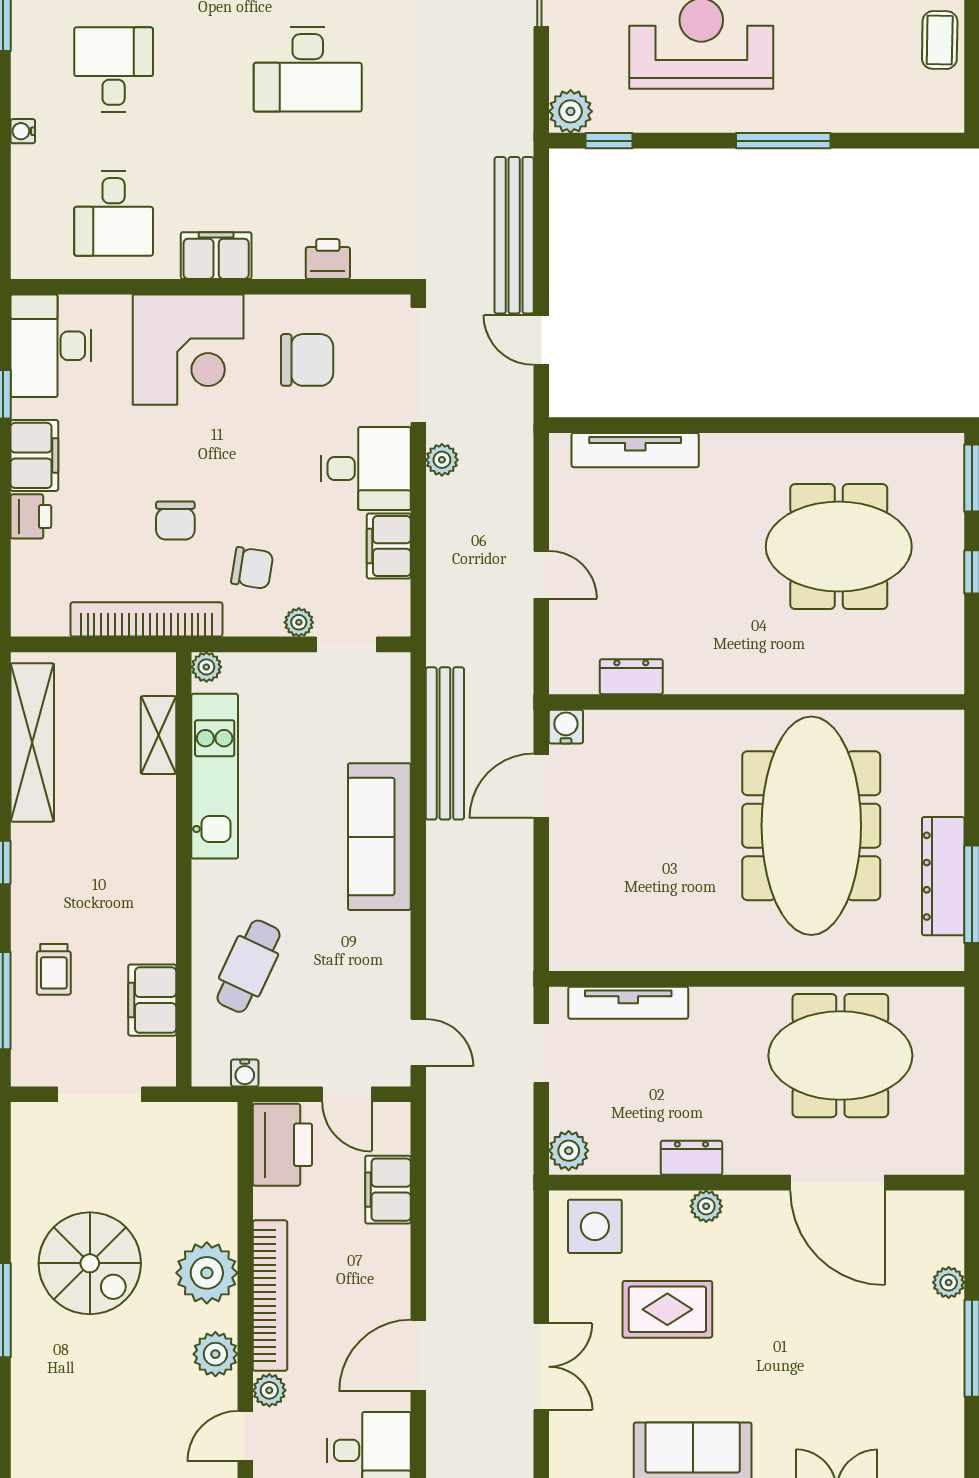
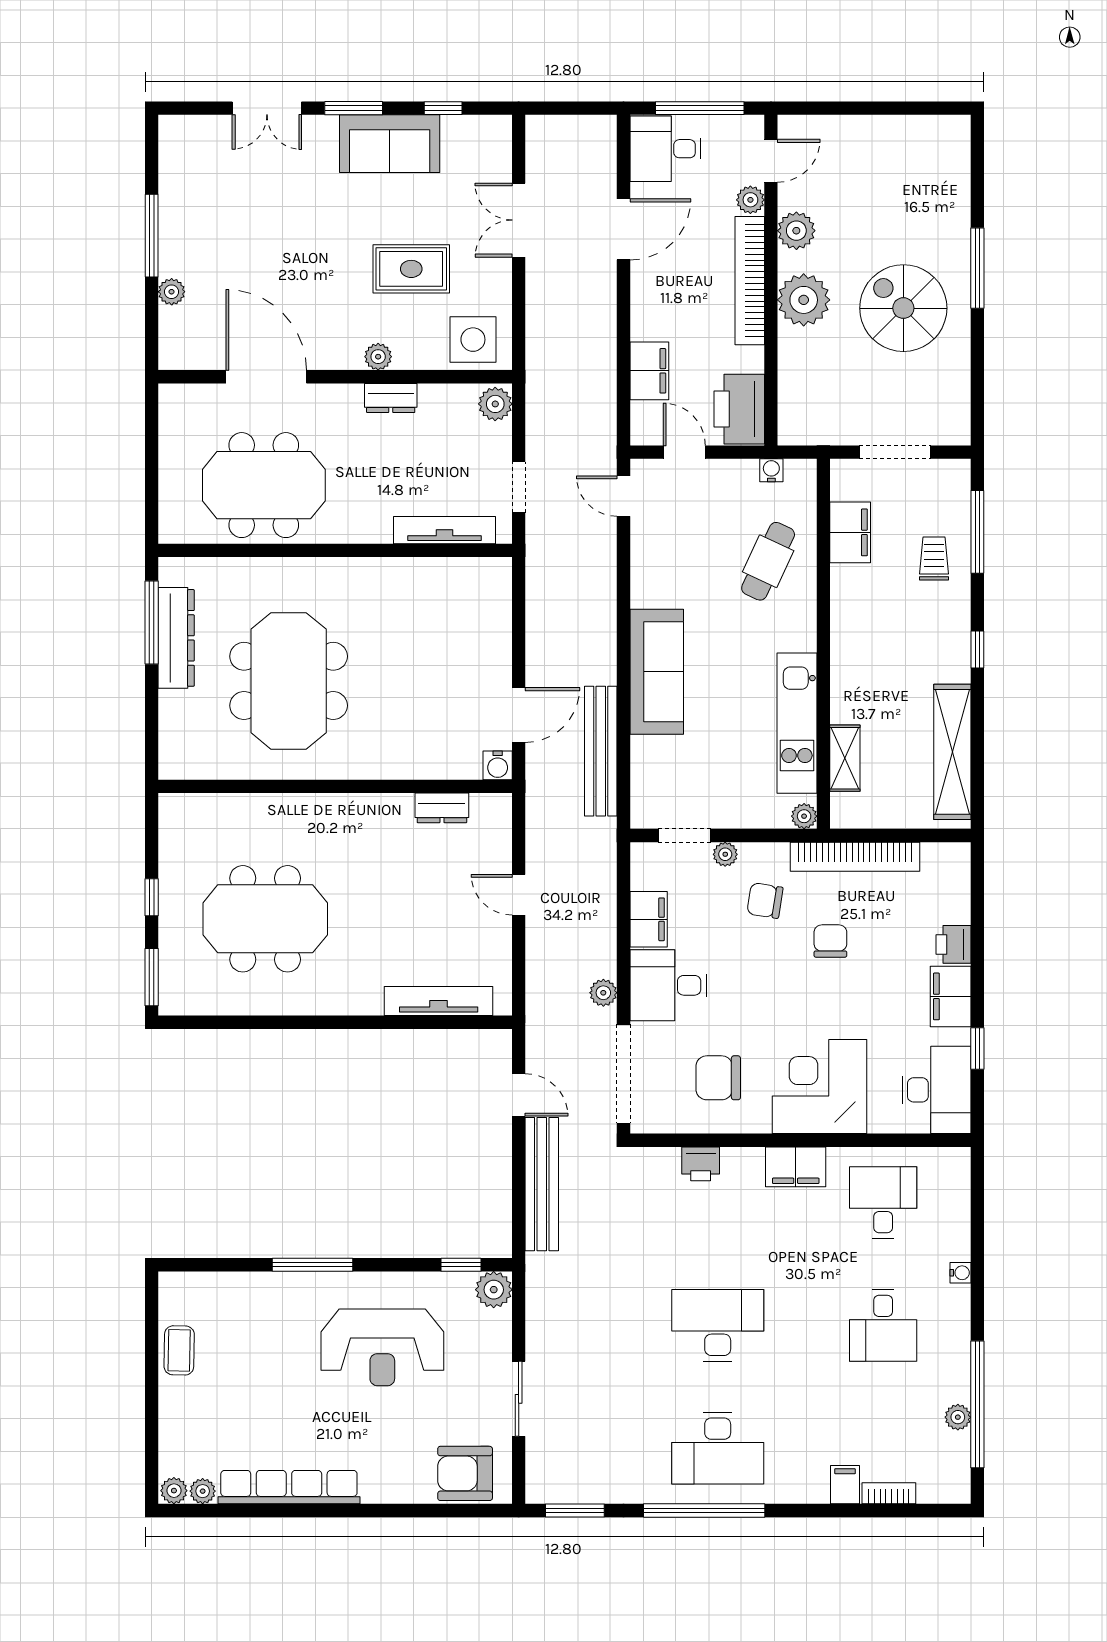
meeting table: (811, 826) -> (289, 681), width x0.73

